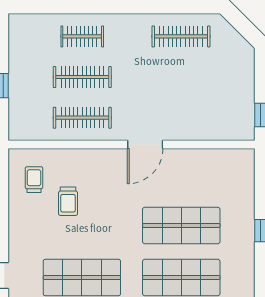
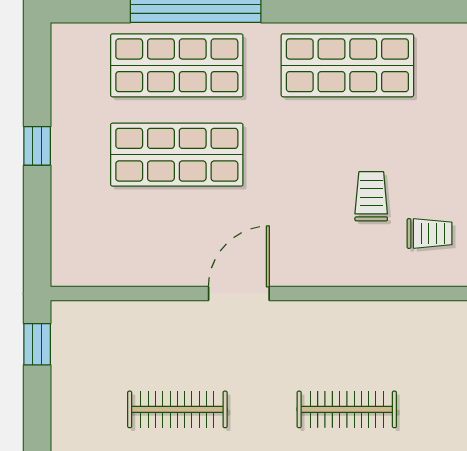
clothes rail: (82, 118) -> (177, 409), moved
trolley: (34, 180) -> (430, 233), turned -90

